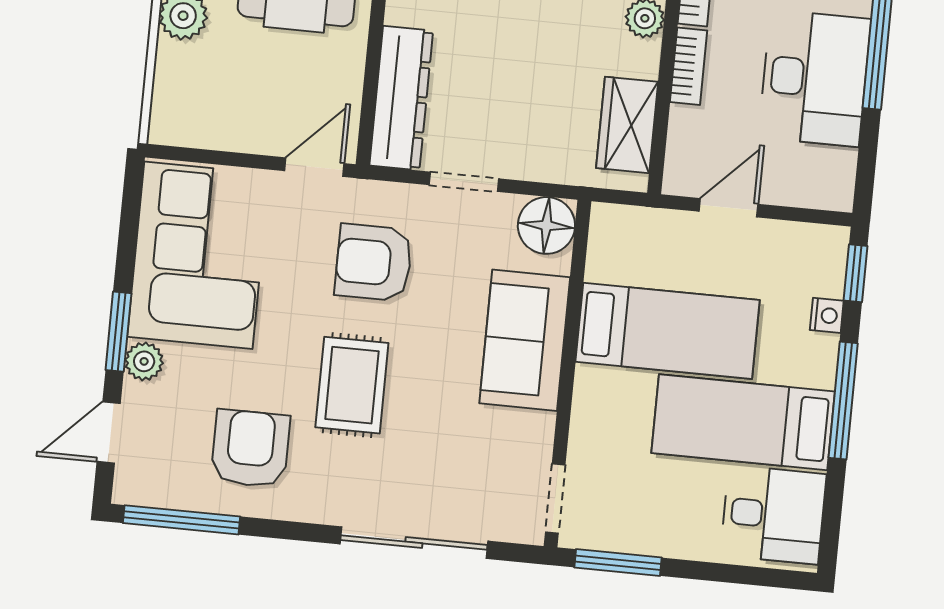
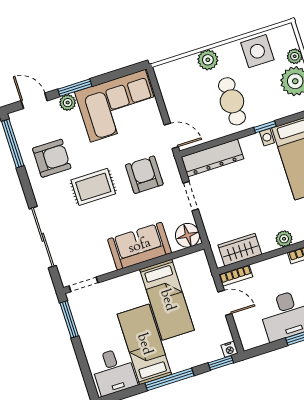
bookcase: (689, 66) -> (236, 276), moved
nightstand: (827, 315) -> (229, 349), moved

